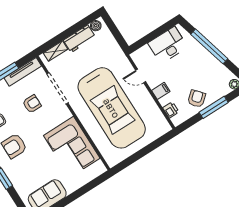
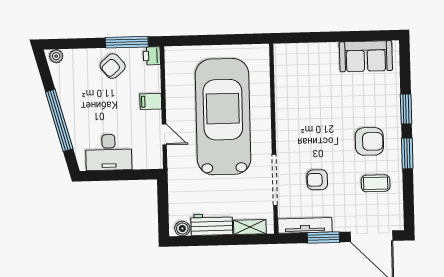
window: (214, 107) -> (127, 42), moved
printer: (171, 110) -> (152, 56), moved
corner sofa: (72, 147) -> (300, 98), removed

